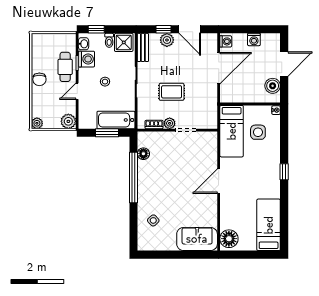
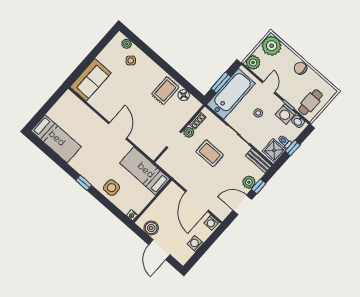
window: (96, 29) -> (293, 148), moved
cafe table: (65, 67) -> (310, 102), moved, turned 90
rug: (172, 92) -> (210, 153), turned 90
bathtub: (116, 120) -> (231, 94), width x1.36, depth x1.36
plant: (37, 123) -> (272, 46), width x1.88, depth x1.88
side table: (258, 132) -> (111, 188), moved
rug: (153, 172) -> (165, 91), added
window: (133, 177) -> (173, 73), removed
plant: (143, 236) -> (127, 44), added
floor lamp: (229, 239) -> (71, 102), removed

